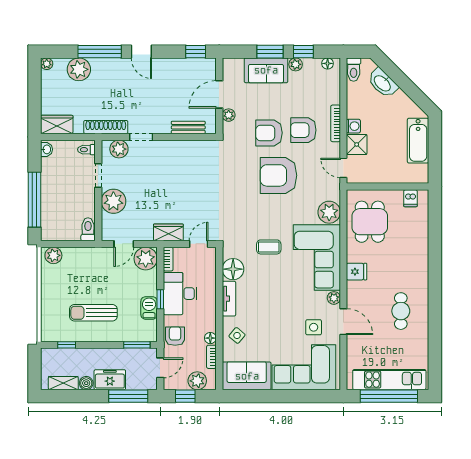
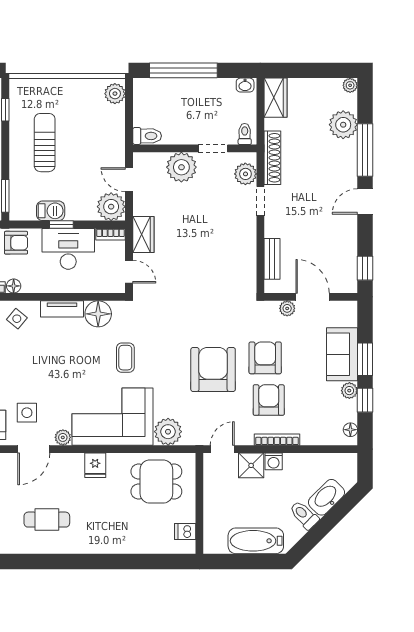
toilet: (354, 70) -> (304, 515), moved, turned 45

